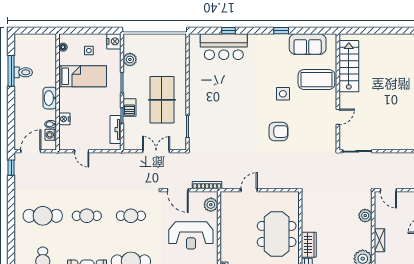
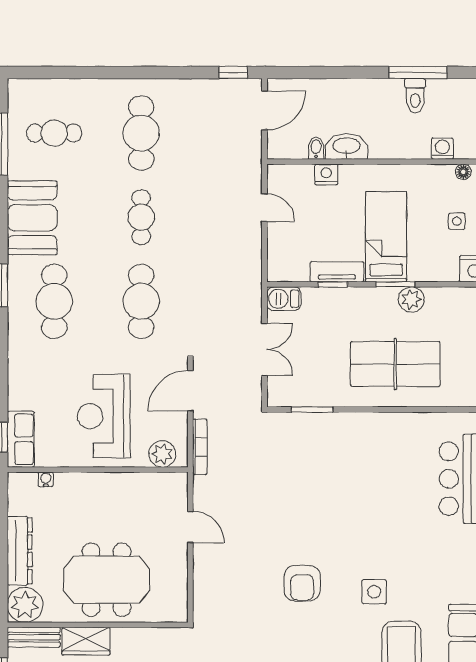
plant: (130, 60) -> (411, 299), moved
bed: (83, 76) -> (386, 237), moved, turned 180
washbasin: (50, 98) -> (346, 146), moved
table tennis table: (162, 100) -> (395, 364), moved
barbecue: (130, 107) -> (284, 299), moved
tv unit: (115, 130) -> (337, 272), moved
washing machine: (51, 135) -> (442, 149), moved
door: (31, 151) -> (264, 110), hinge flipped
door: (82, 151) -> (264, 207), swing flipped
cafe table: (131, 216) -> (141, 301), width x1.37, depth x1.35

